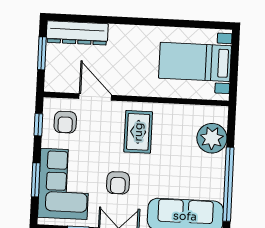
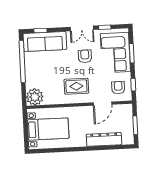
dresser: (77, 33) -> (104, 139), moved
door: (95, 97) -> (103, 104), hinge flipped
rug: (138, 132) -> (76, 86), turned 90
plant: (212, 138) -> (35, 97), moved

